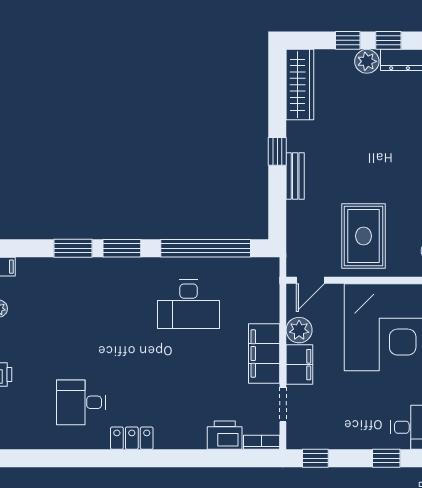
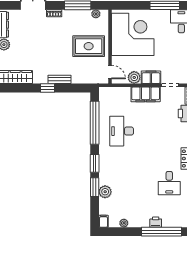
plant: (63, 270) -> (105, 192), added
desk: (188, 304) -> (122, 131), turned 180

